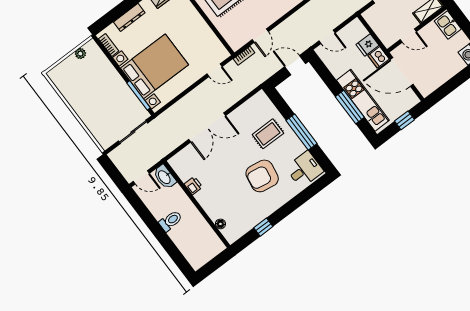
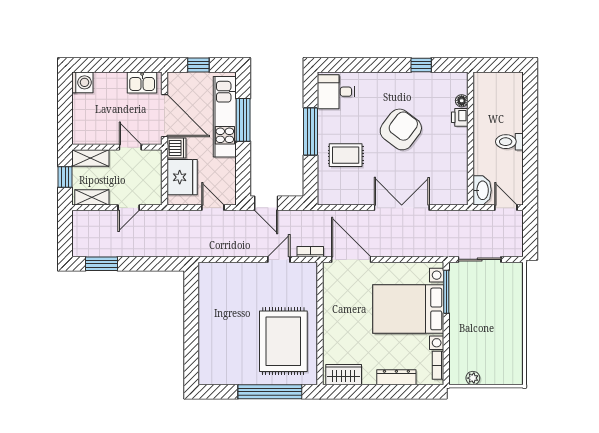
kitchen sink: (448, 25) -> (142, 83), moved, turned 90
fridge: (367, 45) -> (182, 177), width x1.88, depth x1.34
door: (214, 70) -> (351, 259), width x1.88
armchair: (262, 176) -> (401, 129), moved, turned -62
printer: (193, 186) -> (460, 117), moved

